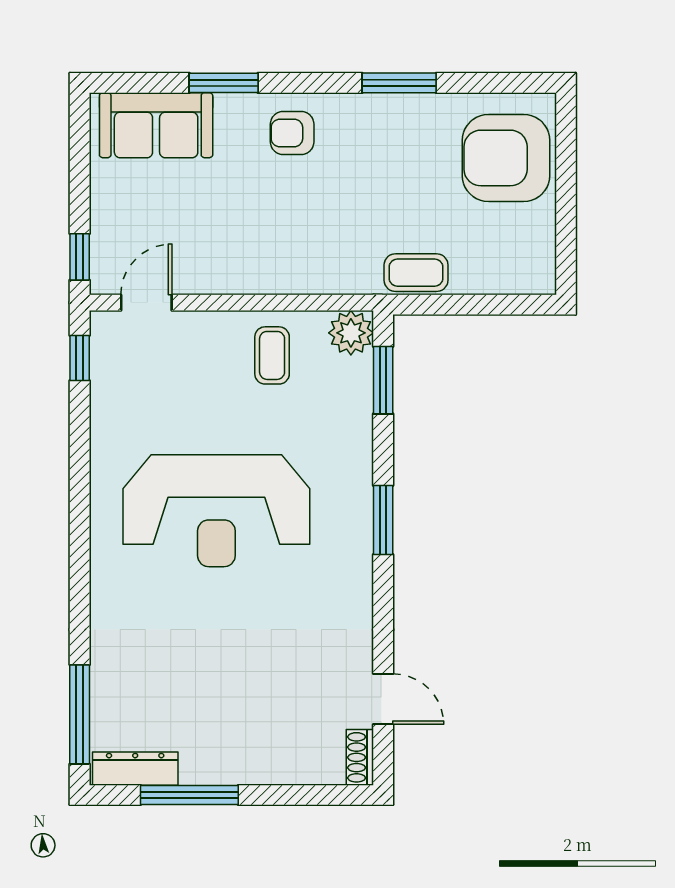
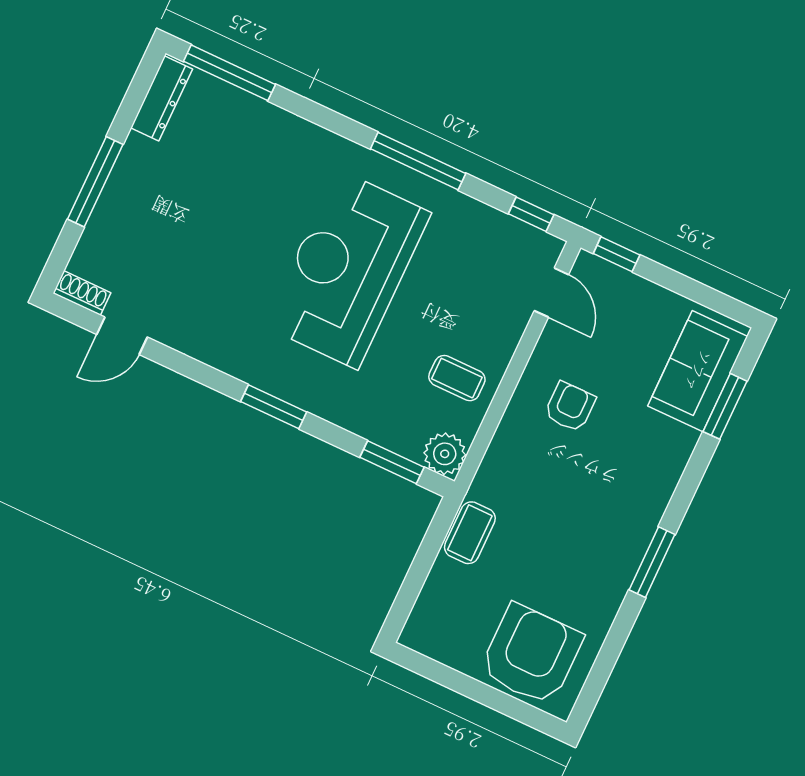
window: (224, 83) -> (725, 406), moved
window: (399, 83) -> (652, 562), moved
armchair: (292, 133) -> (570, 407), moved
window: (80, 492) -> (418, 161), added
window: (189, 795) -> (95, 182), moved

